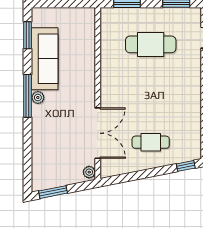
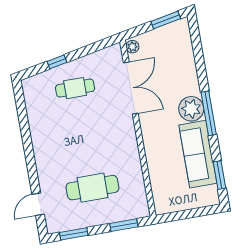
plant: (38, 98) -> (191, 109), width x1.88, depth x1.88
double door: (98, 133) -> (131, 88), swing flipped
window: (186, 166) -> (57, 62), moved

